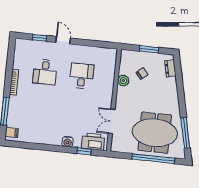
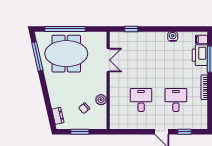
desk: (82, 76) -> (141, 100), turned 180
water cooler: (68, 142) -> (173, 36), moved
printer: (93, 142) -> (200, 55), moved, turned 90

